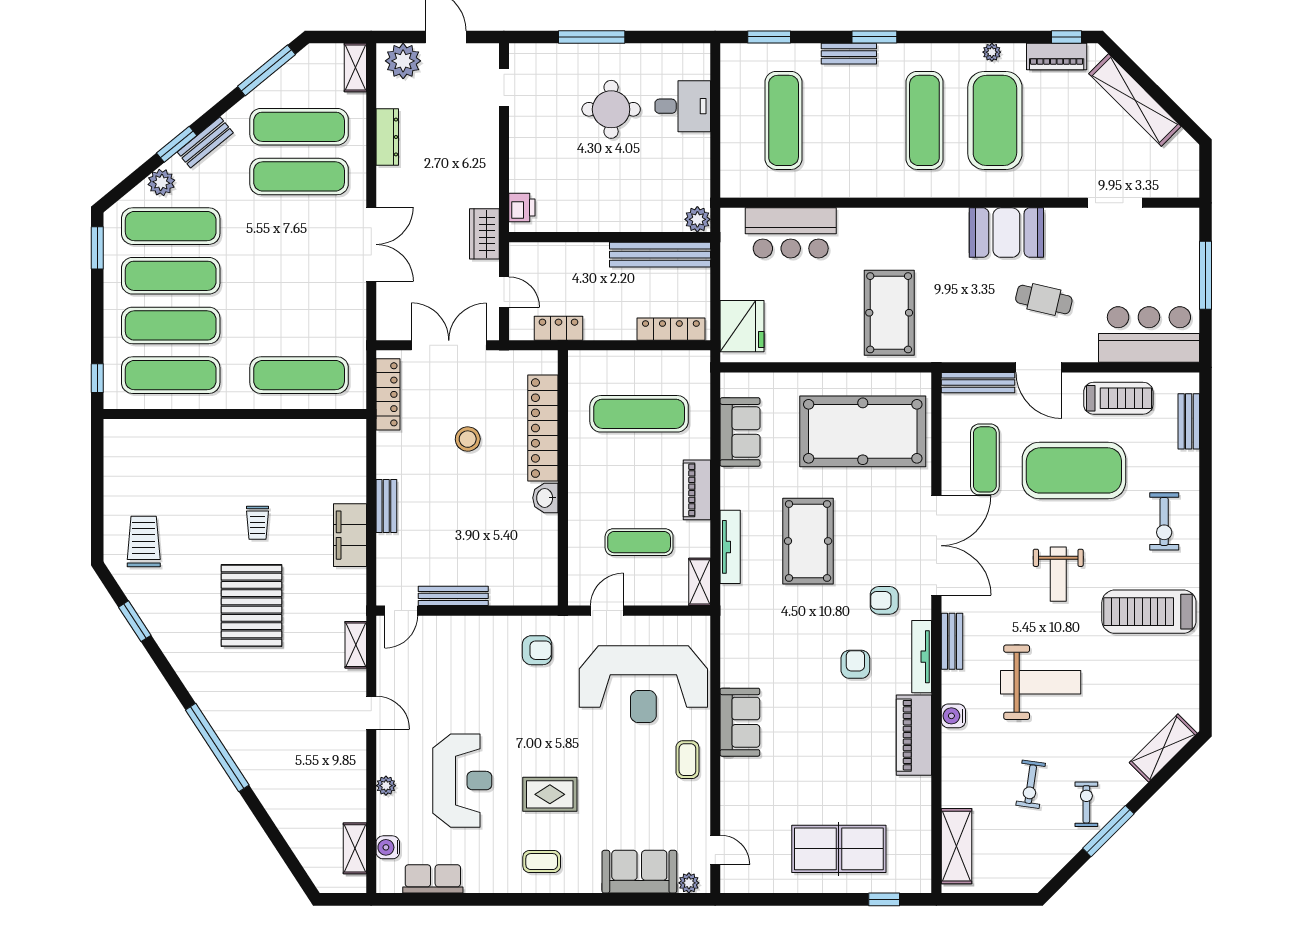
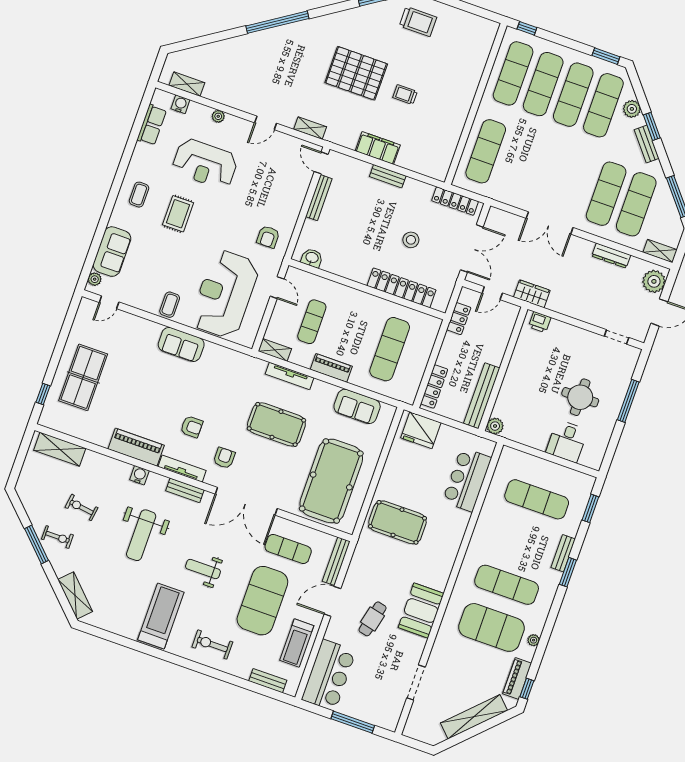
washbasin: (545, 498) -> (312, 258), moved
coffee table: (687, 760) -> (170, 305), turned 90

